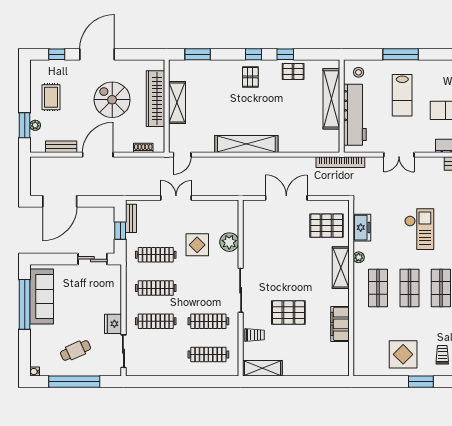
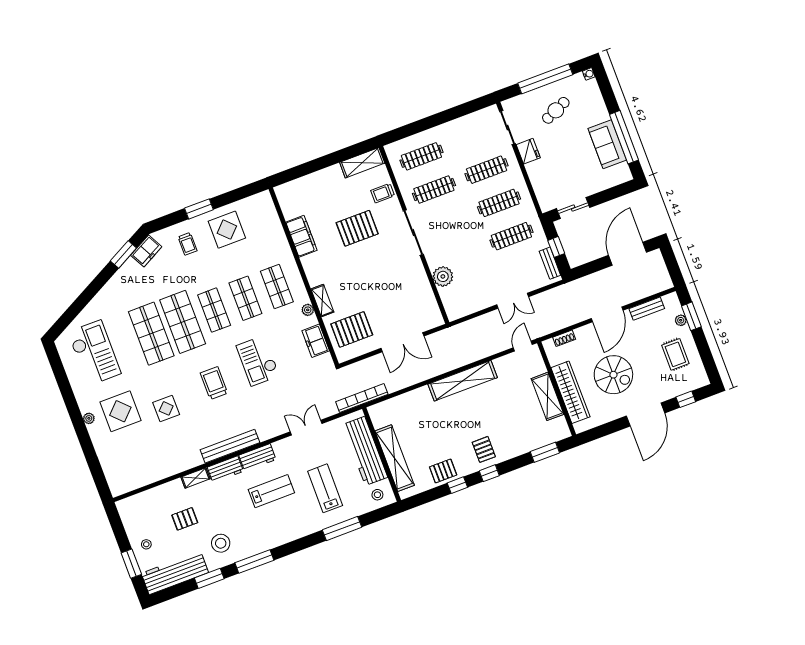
display table: (197, 245) -> (474, 262), removed
shelving: (341, 268) -> (322, 301), width x0.67, depth x0.75
sofa: (42, 296) -> (607, 144), width x0.73

